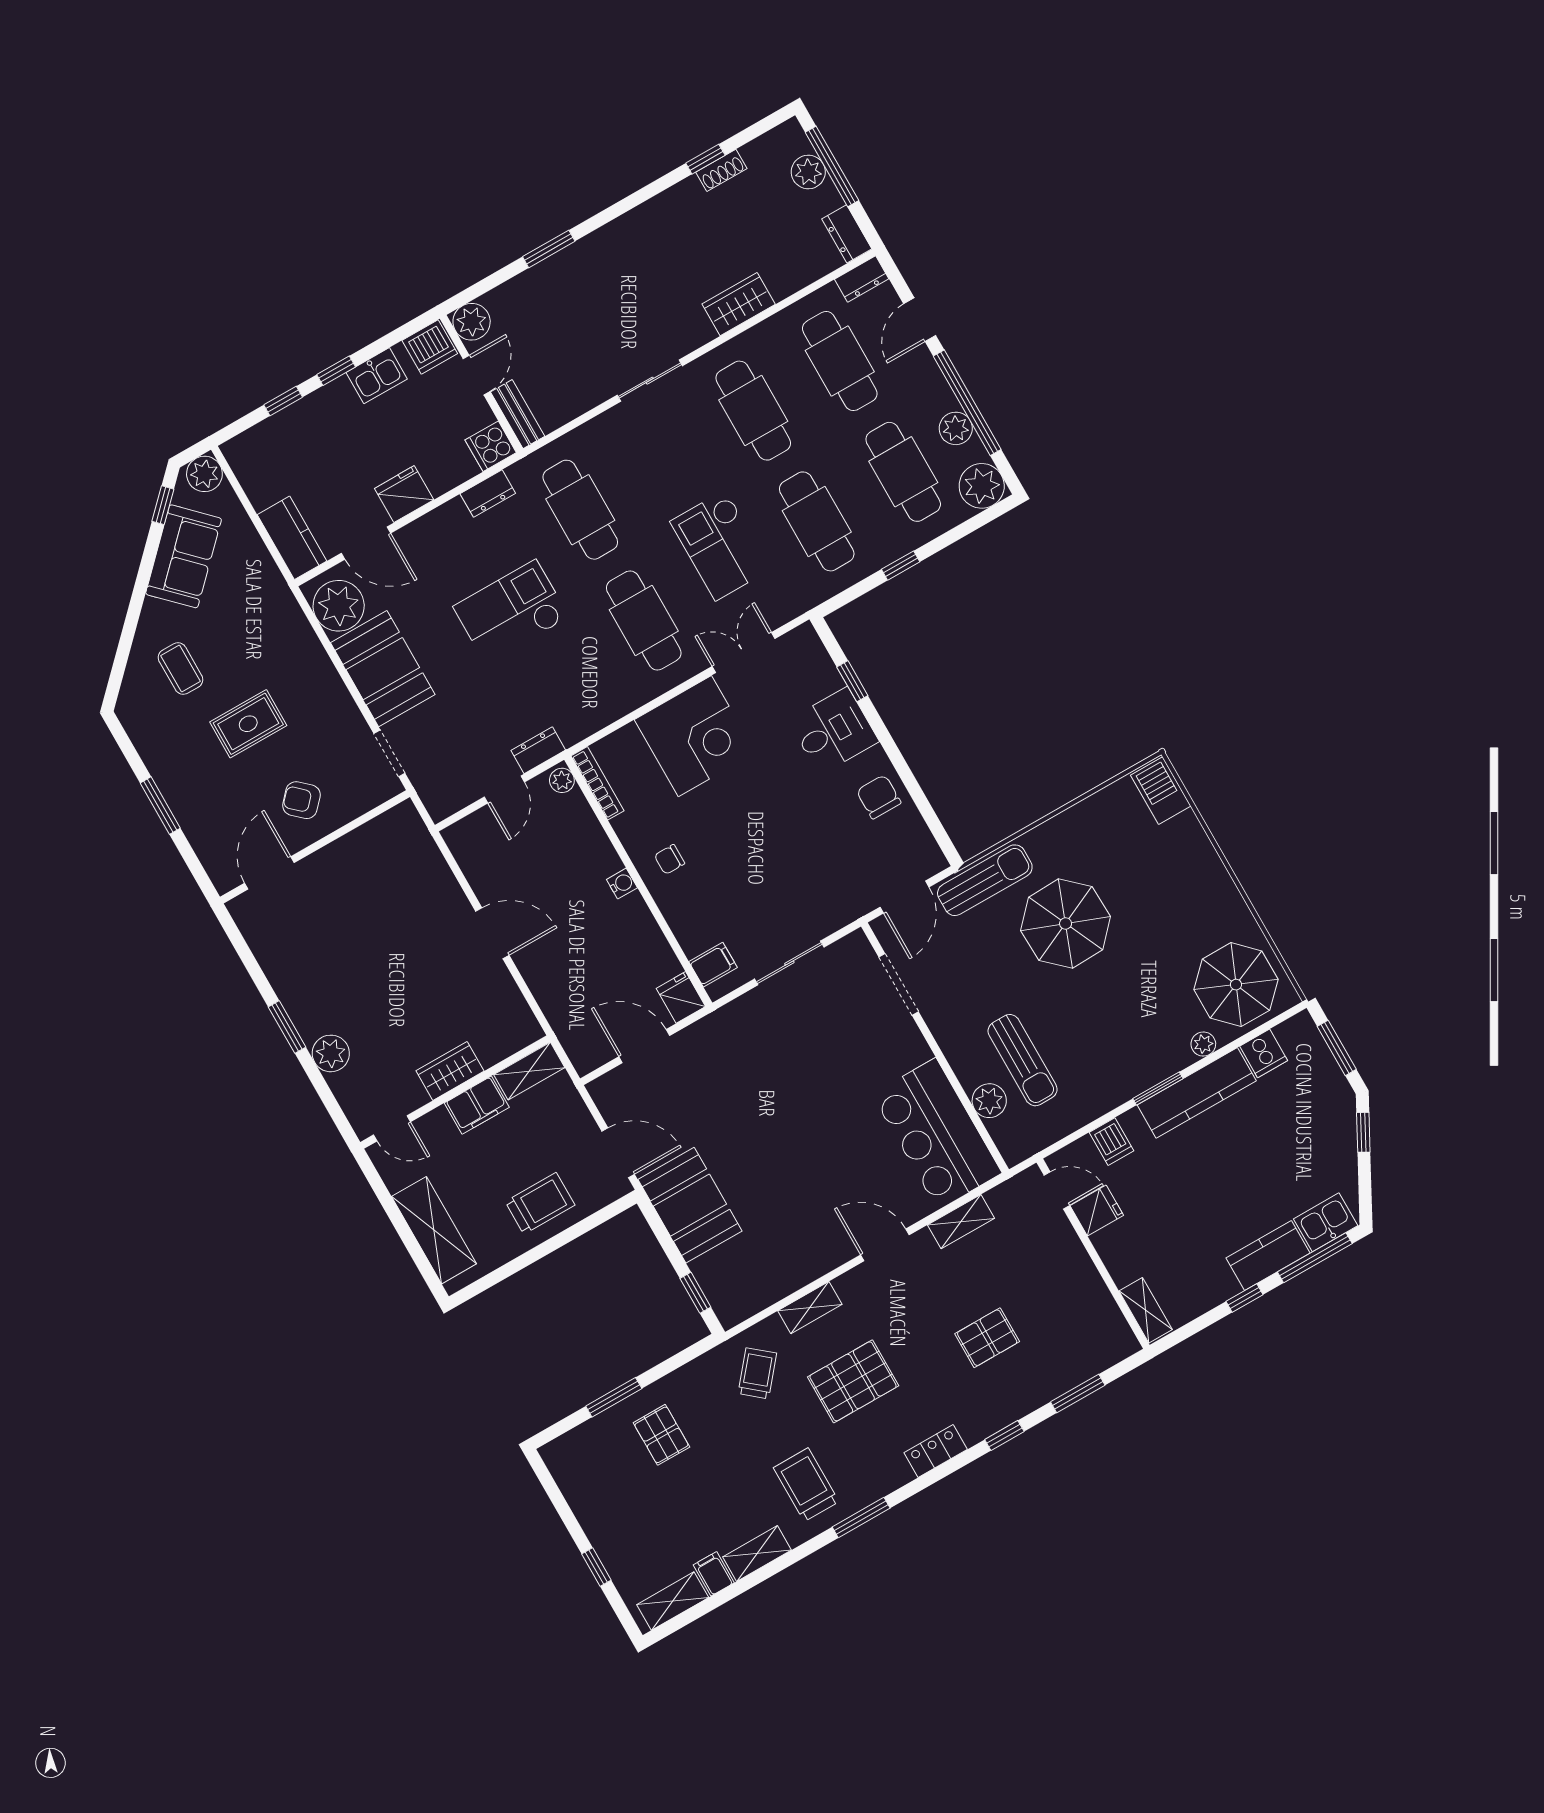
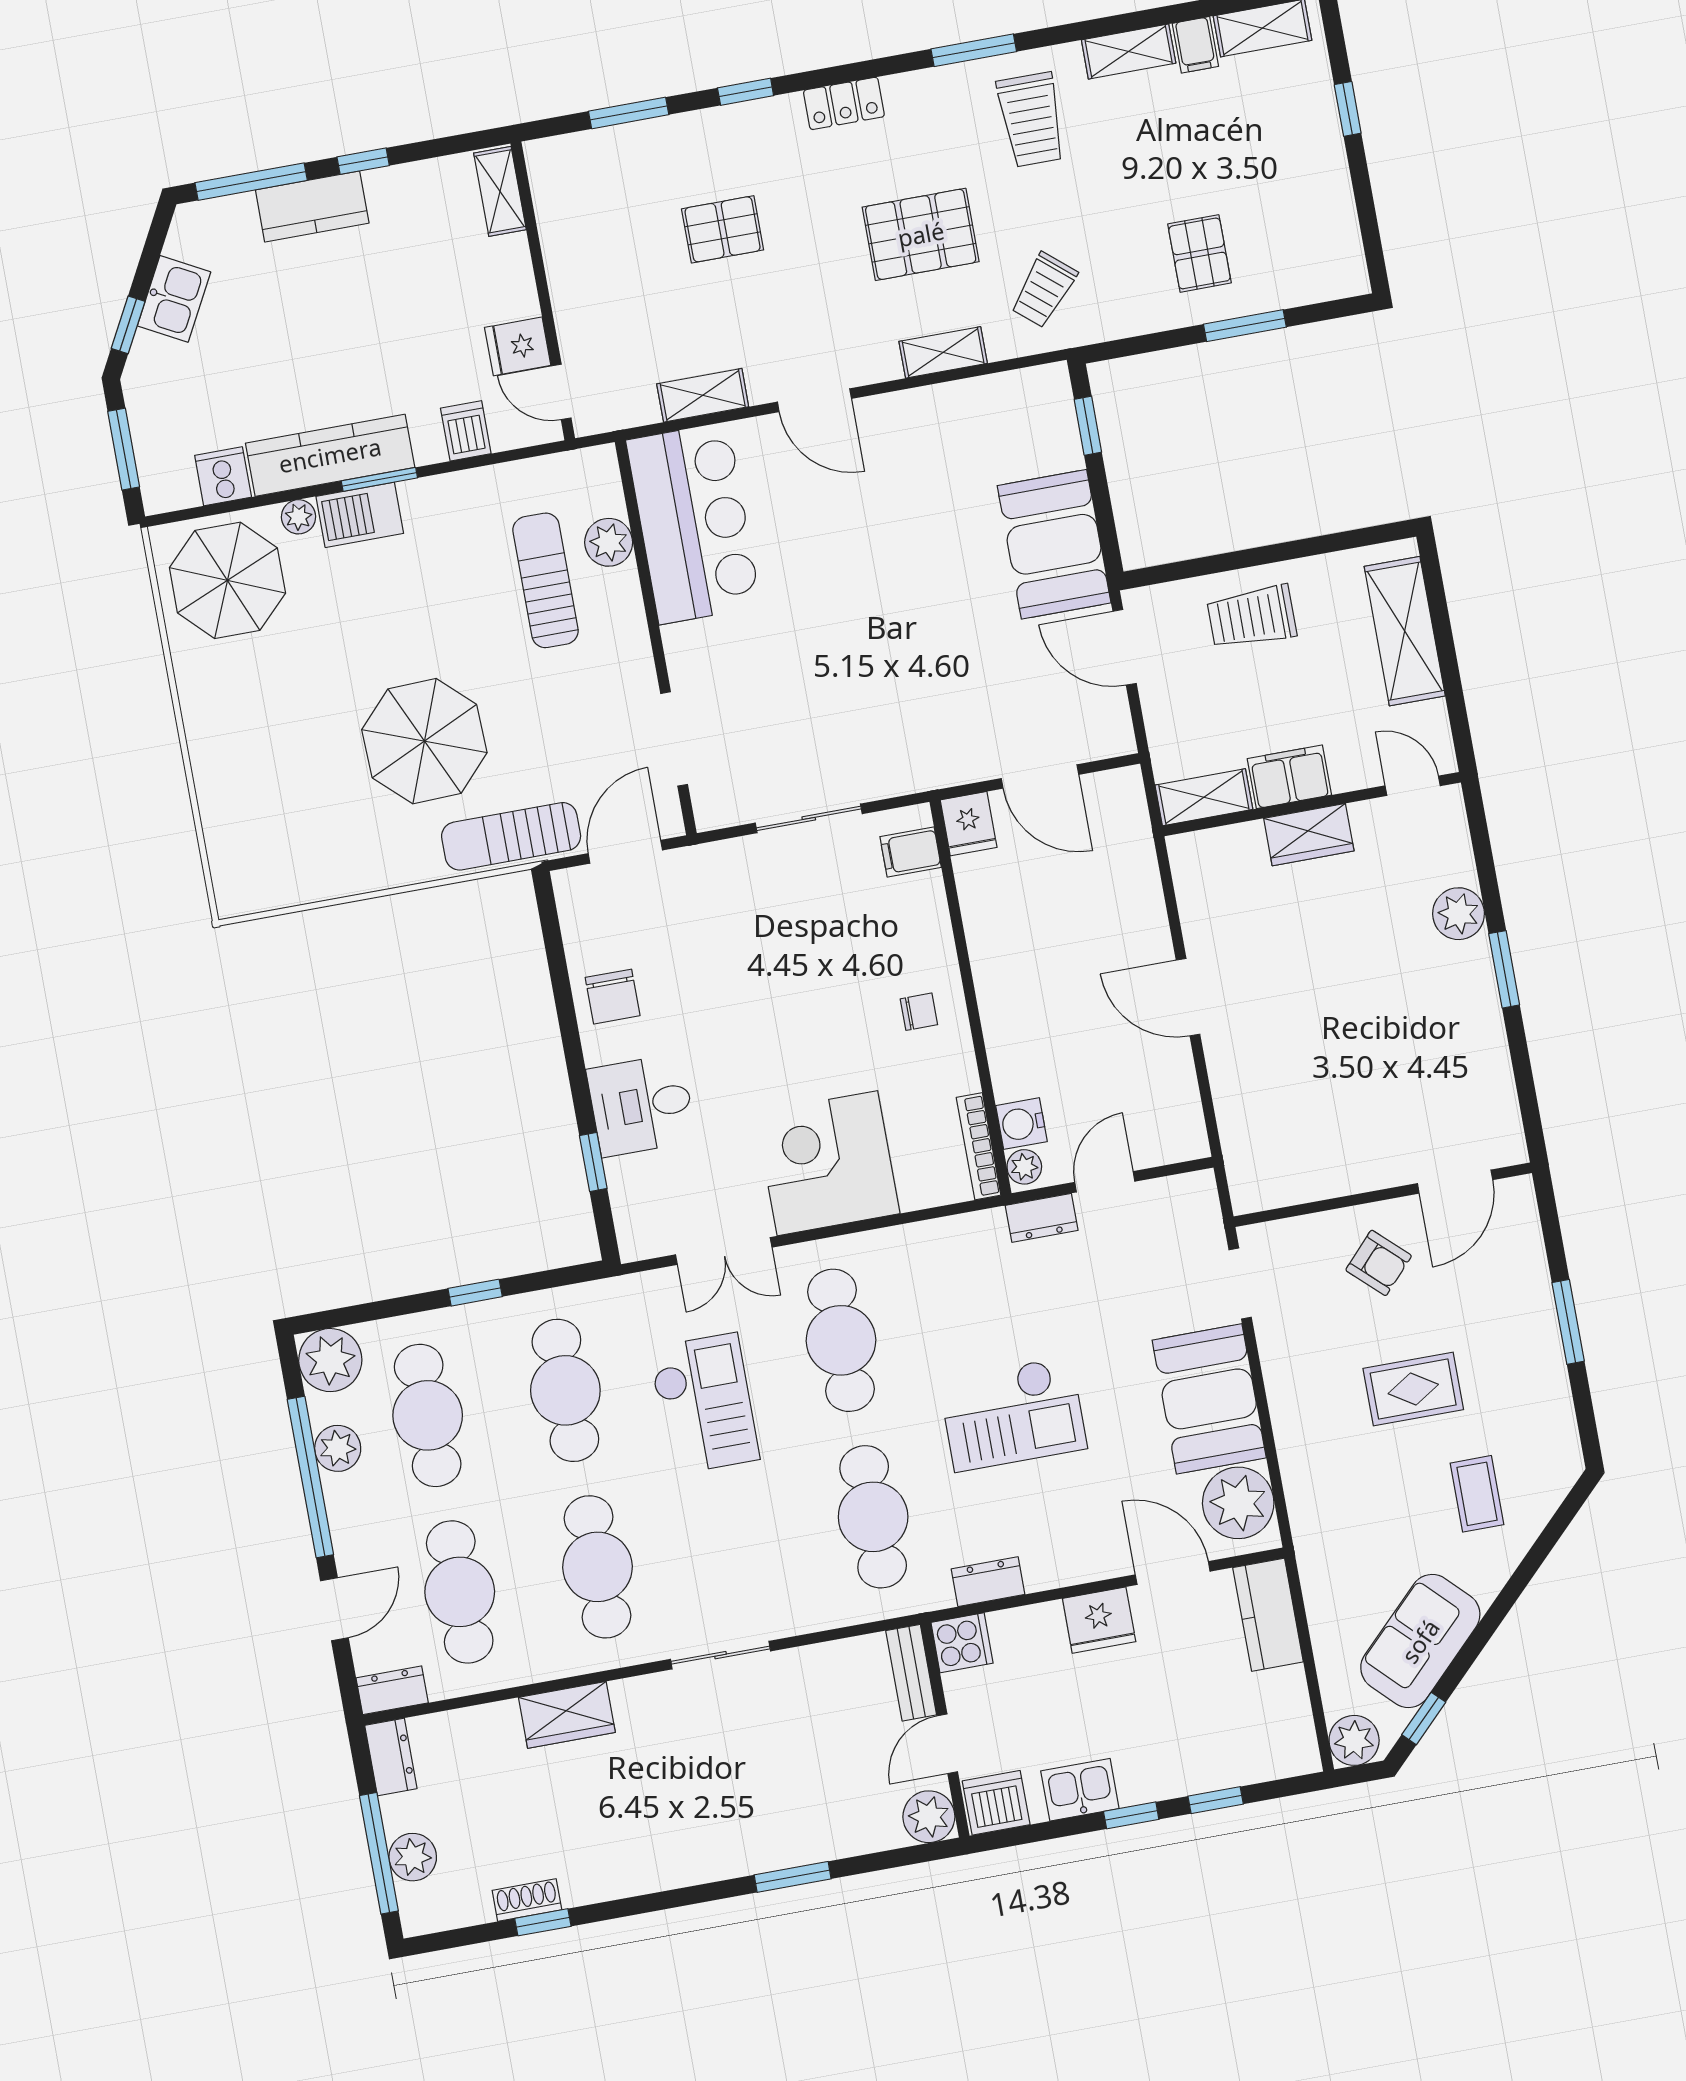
barbecue: (1161, 791) -> (360, 515), moved, turned 90
water cooler: (622, 884) -> (1021, 1124), moved, width x1.38, depth x1.38
kitchen sink: (1326, 1222) -> (174, 299), moved, turned -62

